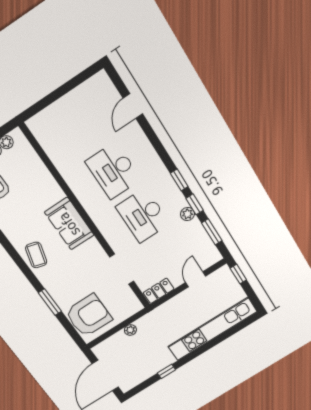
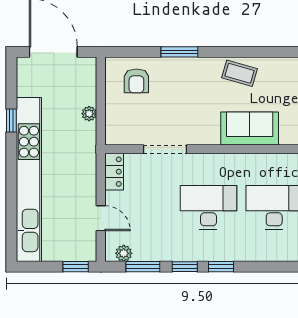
plant: (187, 214) -> (124, 253), moved
armchair: (89, 316) -> (136, 81), width x0.53, depth x0.53
kitchen unit: (212, 329) -> (29, 179), width x1.36

